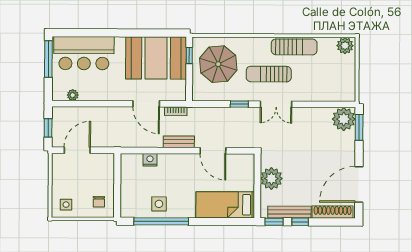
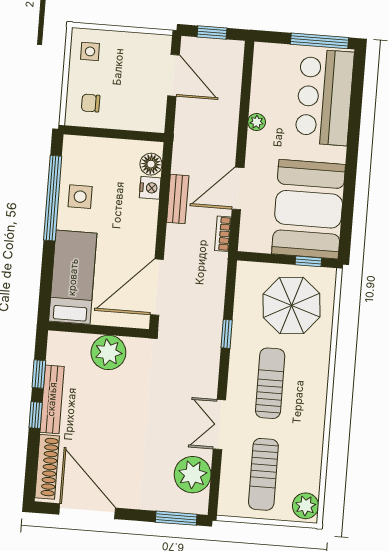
sun lounger: (294, 47) -> (263, 474), moved
plant: (73, 95) -> (257, 122), moved
double door: (276, 104) -> (219, 424), moved
plant: (344, 119) -> (193, 475), moved
bench: (179, 142) -> (178, 199), moved
door: (213, 151) -> (157, 287), width x1.36
floor lamp: (135, 160) -> (151, 164), added
plant: (271, 178) -> (108, 352), moved
wall: (257, 186) -> (98, 330), moved
bed: (225, 205) -> (73, 277), moved

